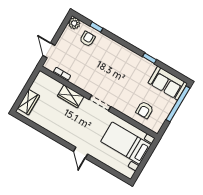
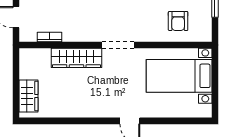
wardrobe: (71, 96) -> (76, 58), width x1.50

